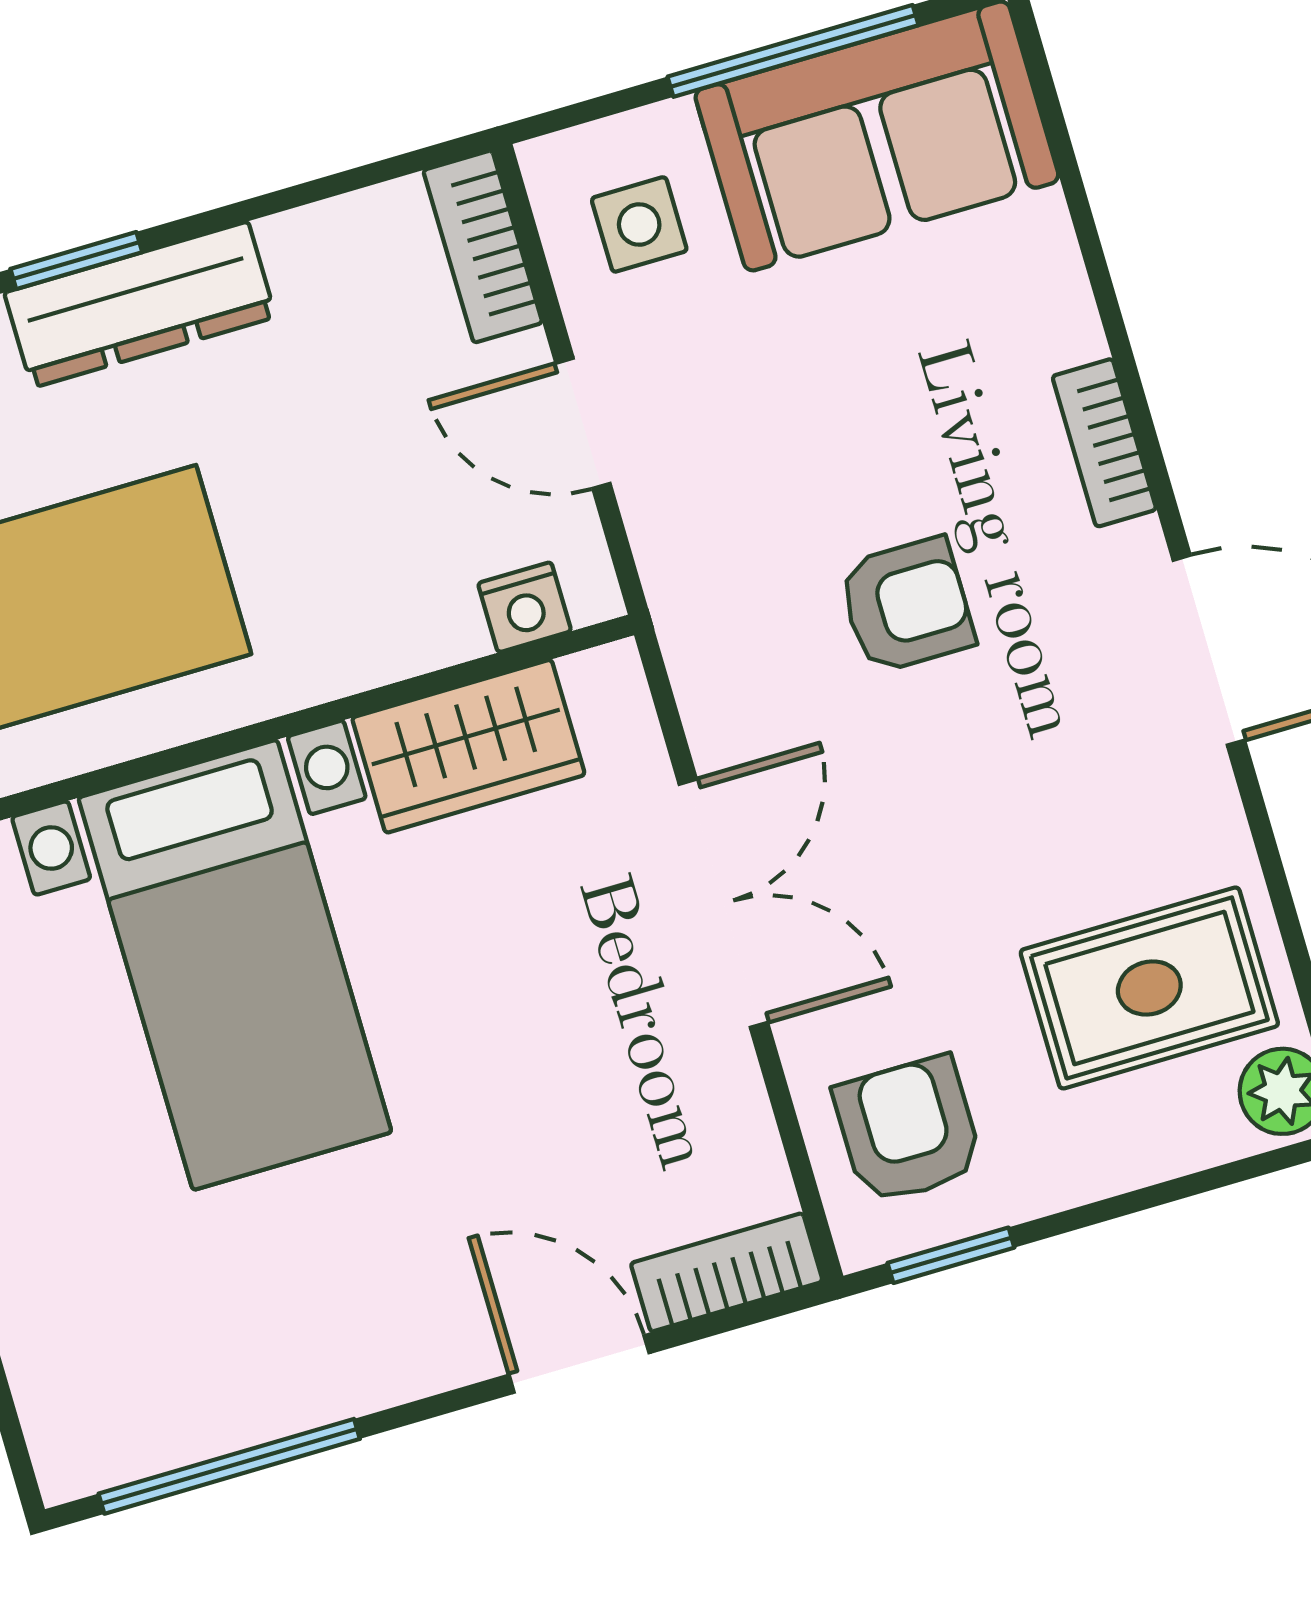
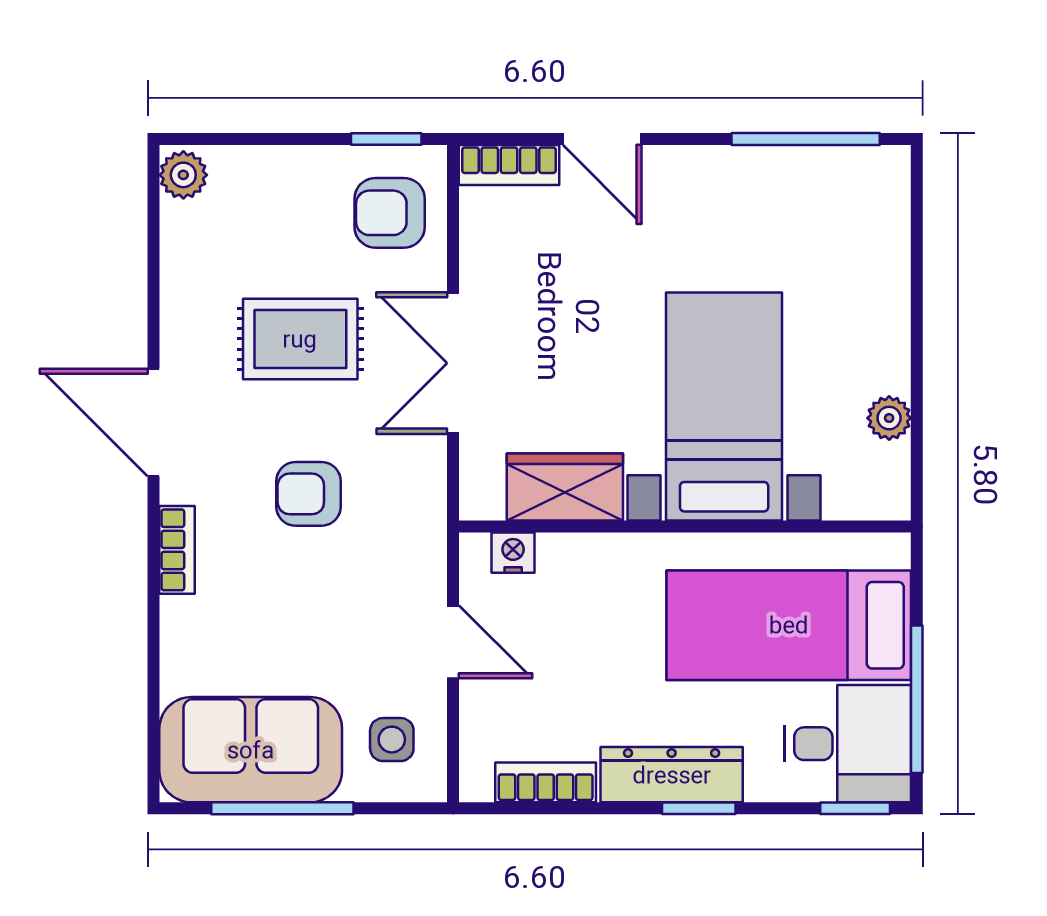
bookcase: (483, 247) -> (546, 782), moved, turned -90
rug: (1149, 988) -> (300, 339), moved
armchair: (908, 1130) -> (390, 213), turned 90

